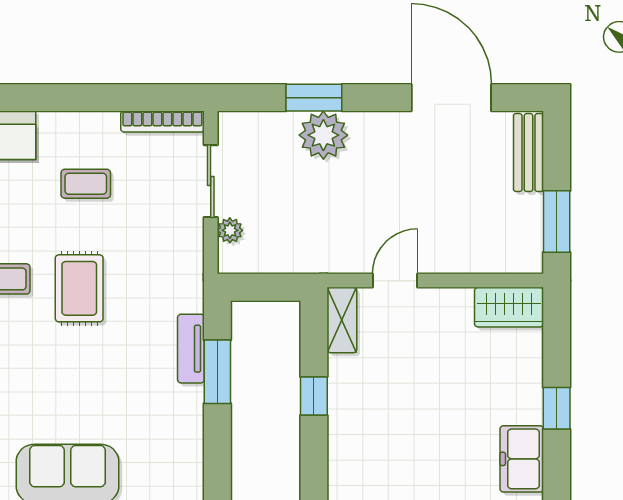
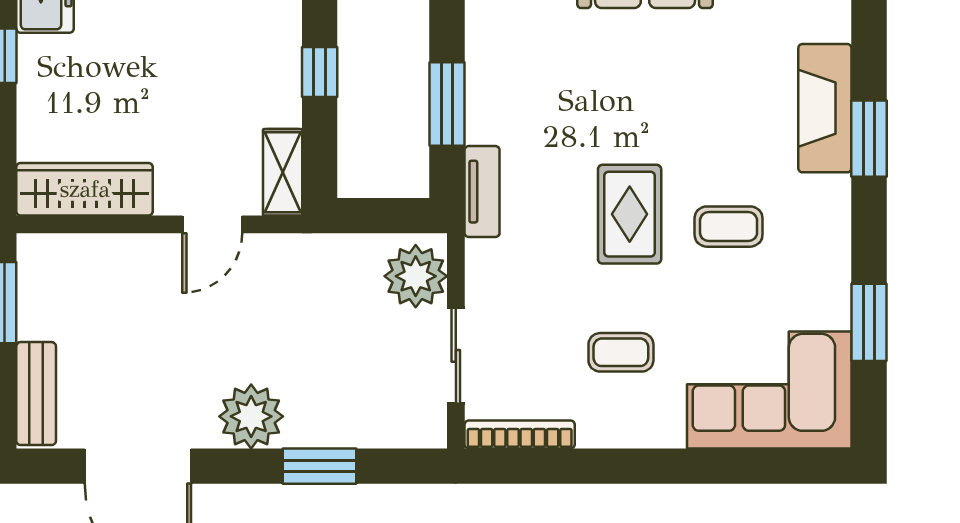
plant: (323, 135) -> (251, 416), moved
plant: (230, 230) -> (416, 276), width x1.88, depth x1.88
wardrobe: (509, 307) -> (85, 189), width x1.50
tv unit: (191, 349) -> (482, 192), moved

